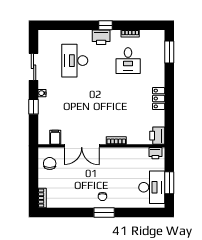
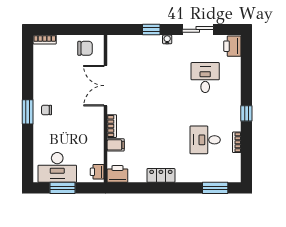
printer: (101, 37) -> (232, 46), moved
desk: (75, 61) -> (205, 78), width x0.73
filing cabinet: (55, 137) -> (116, 145), moved

